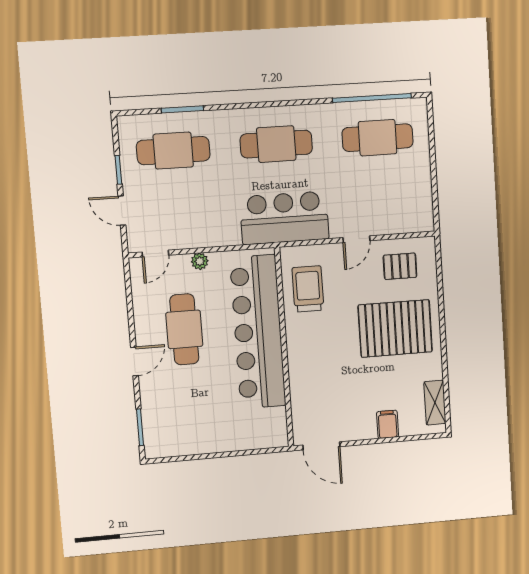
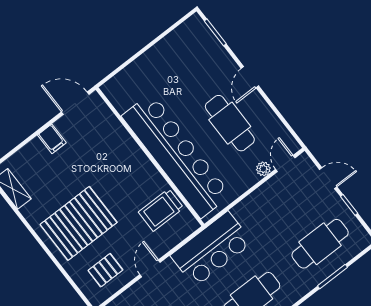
plant: (200, 261) -> (263, 169), moved
trolley: (308, 289) -> (161, 210), turned 90
filing cabinet: (388, 424) -> (52, 139), moved

